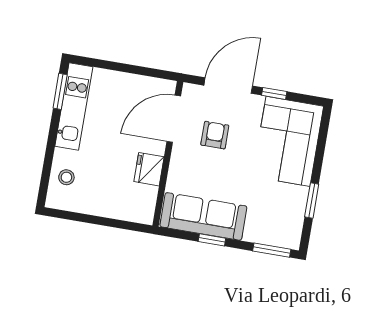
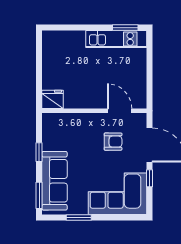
door: (174, 119) -> (120, 111), width x0.73
fridge: (149, 169) -> (53, 99), moved
stool: (66, 177) -> (66, 42), removed
sofa: (203, 216) -> (55, 181), moved

